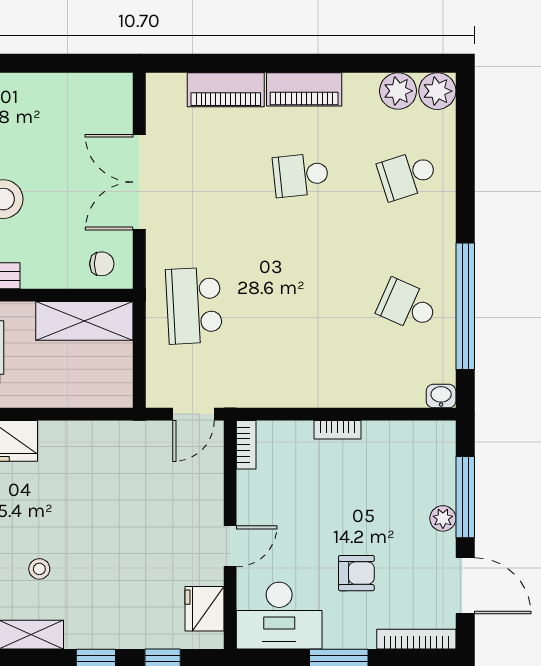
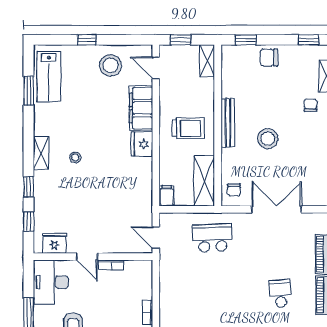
filing cabinet: (113, 393) -> (167, 196), added
bookcase: (246, 445) -> (111, 265), moved

